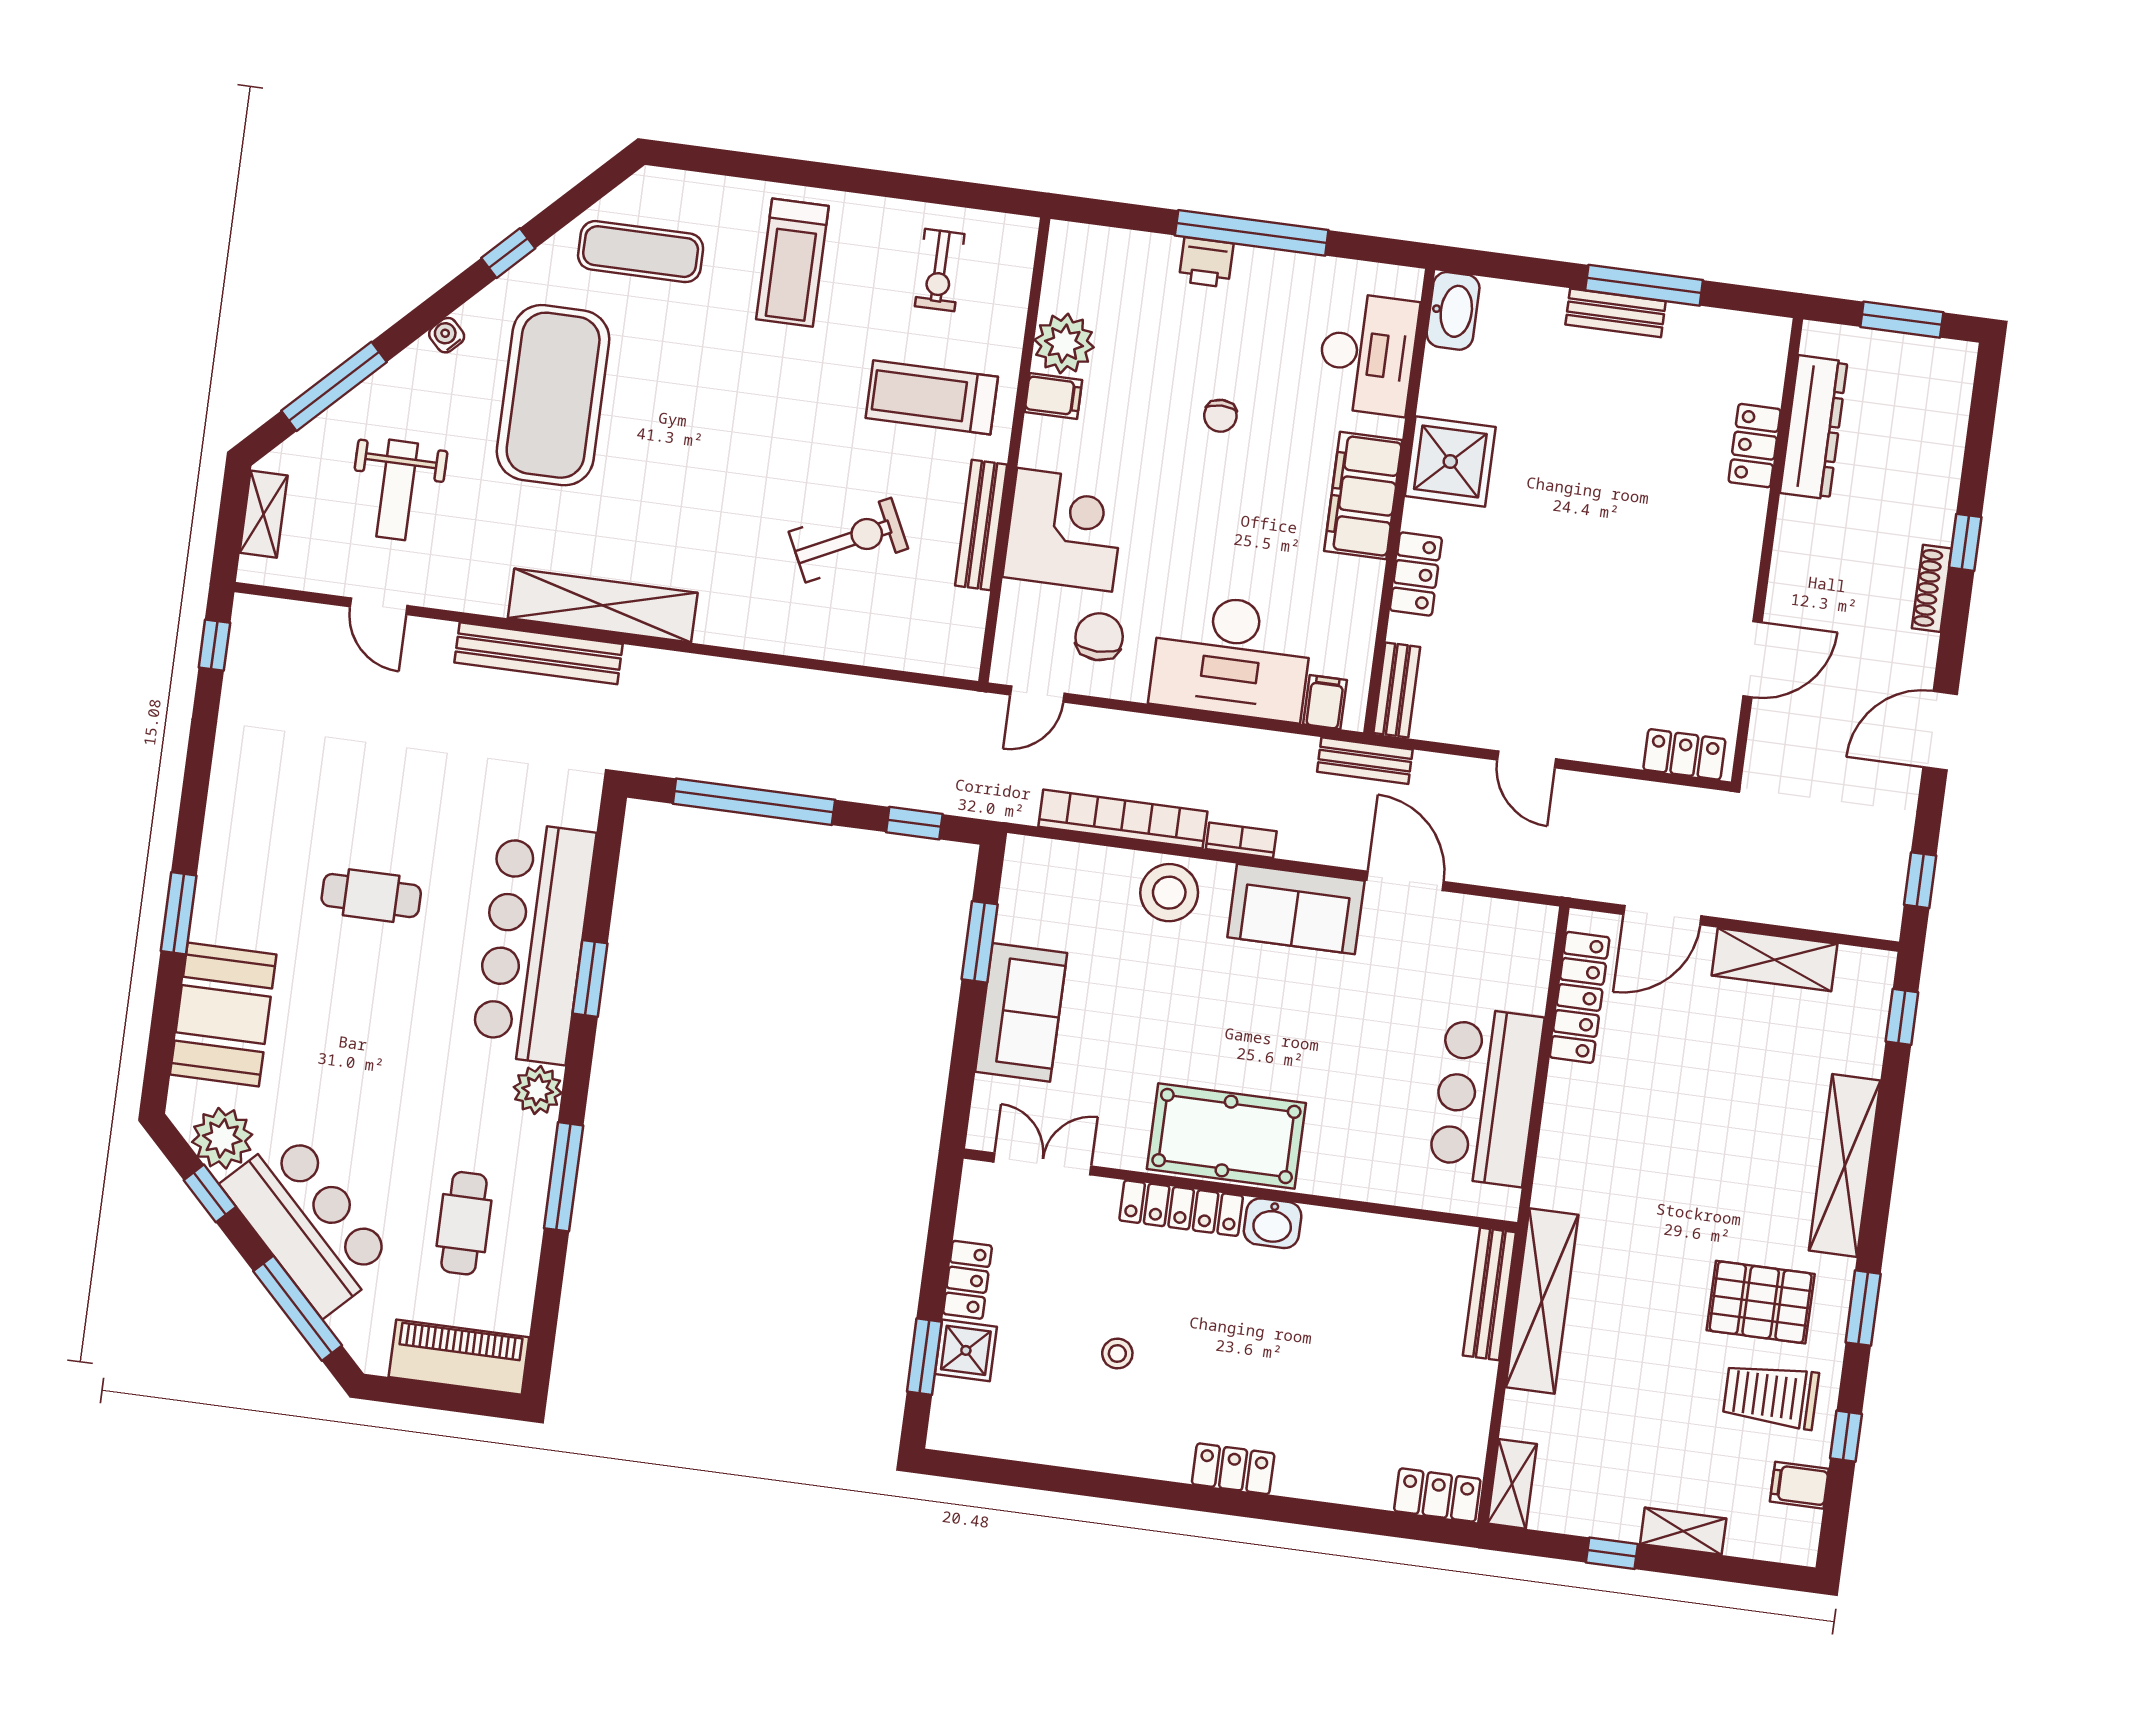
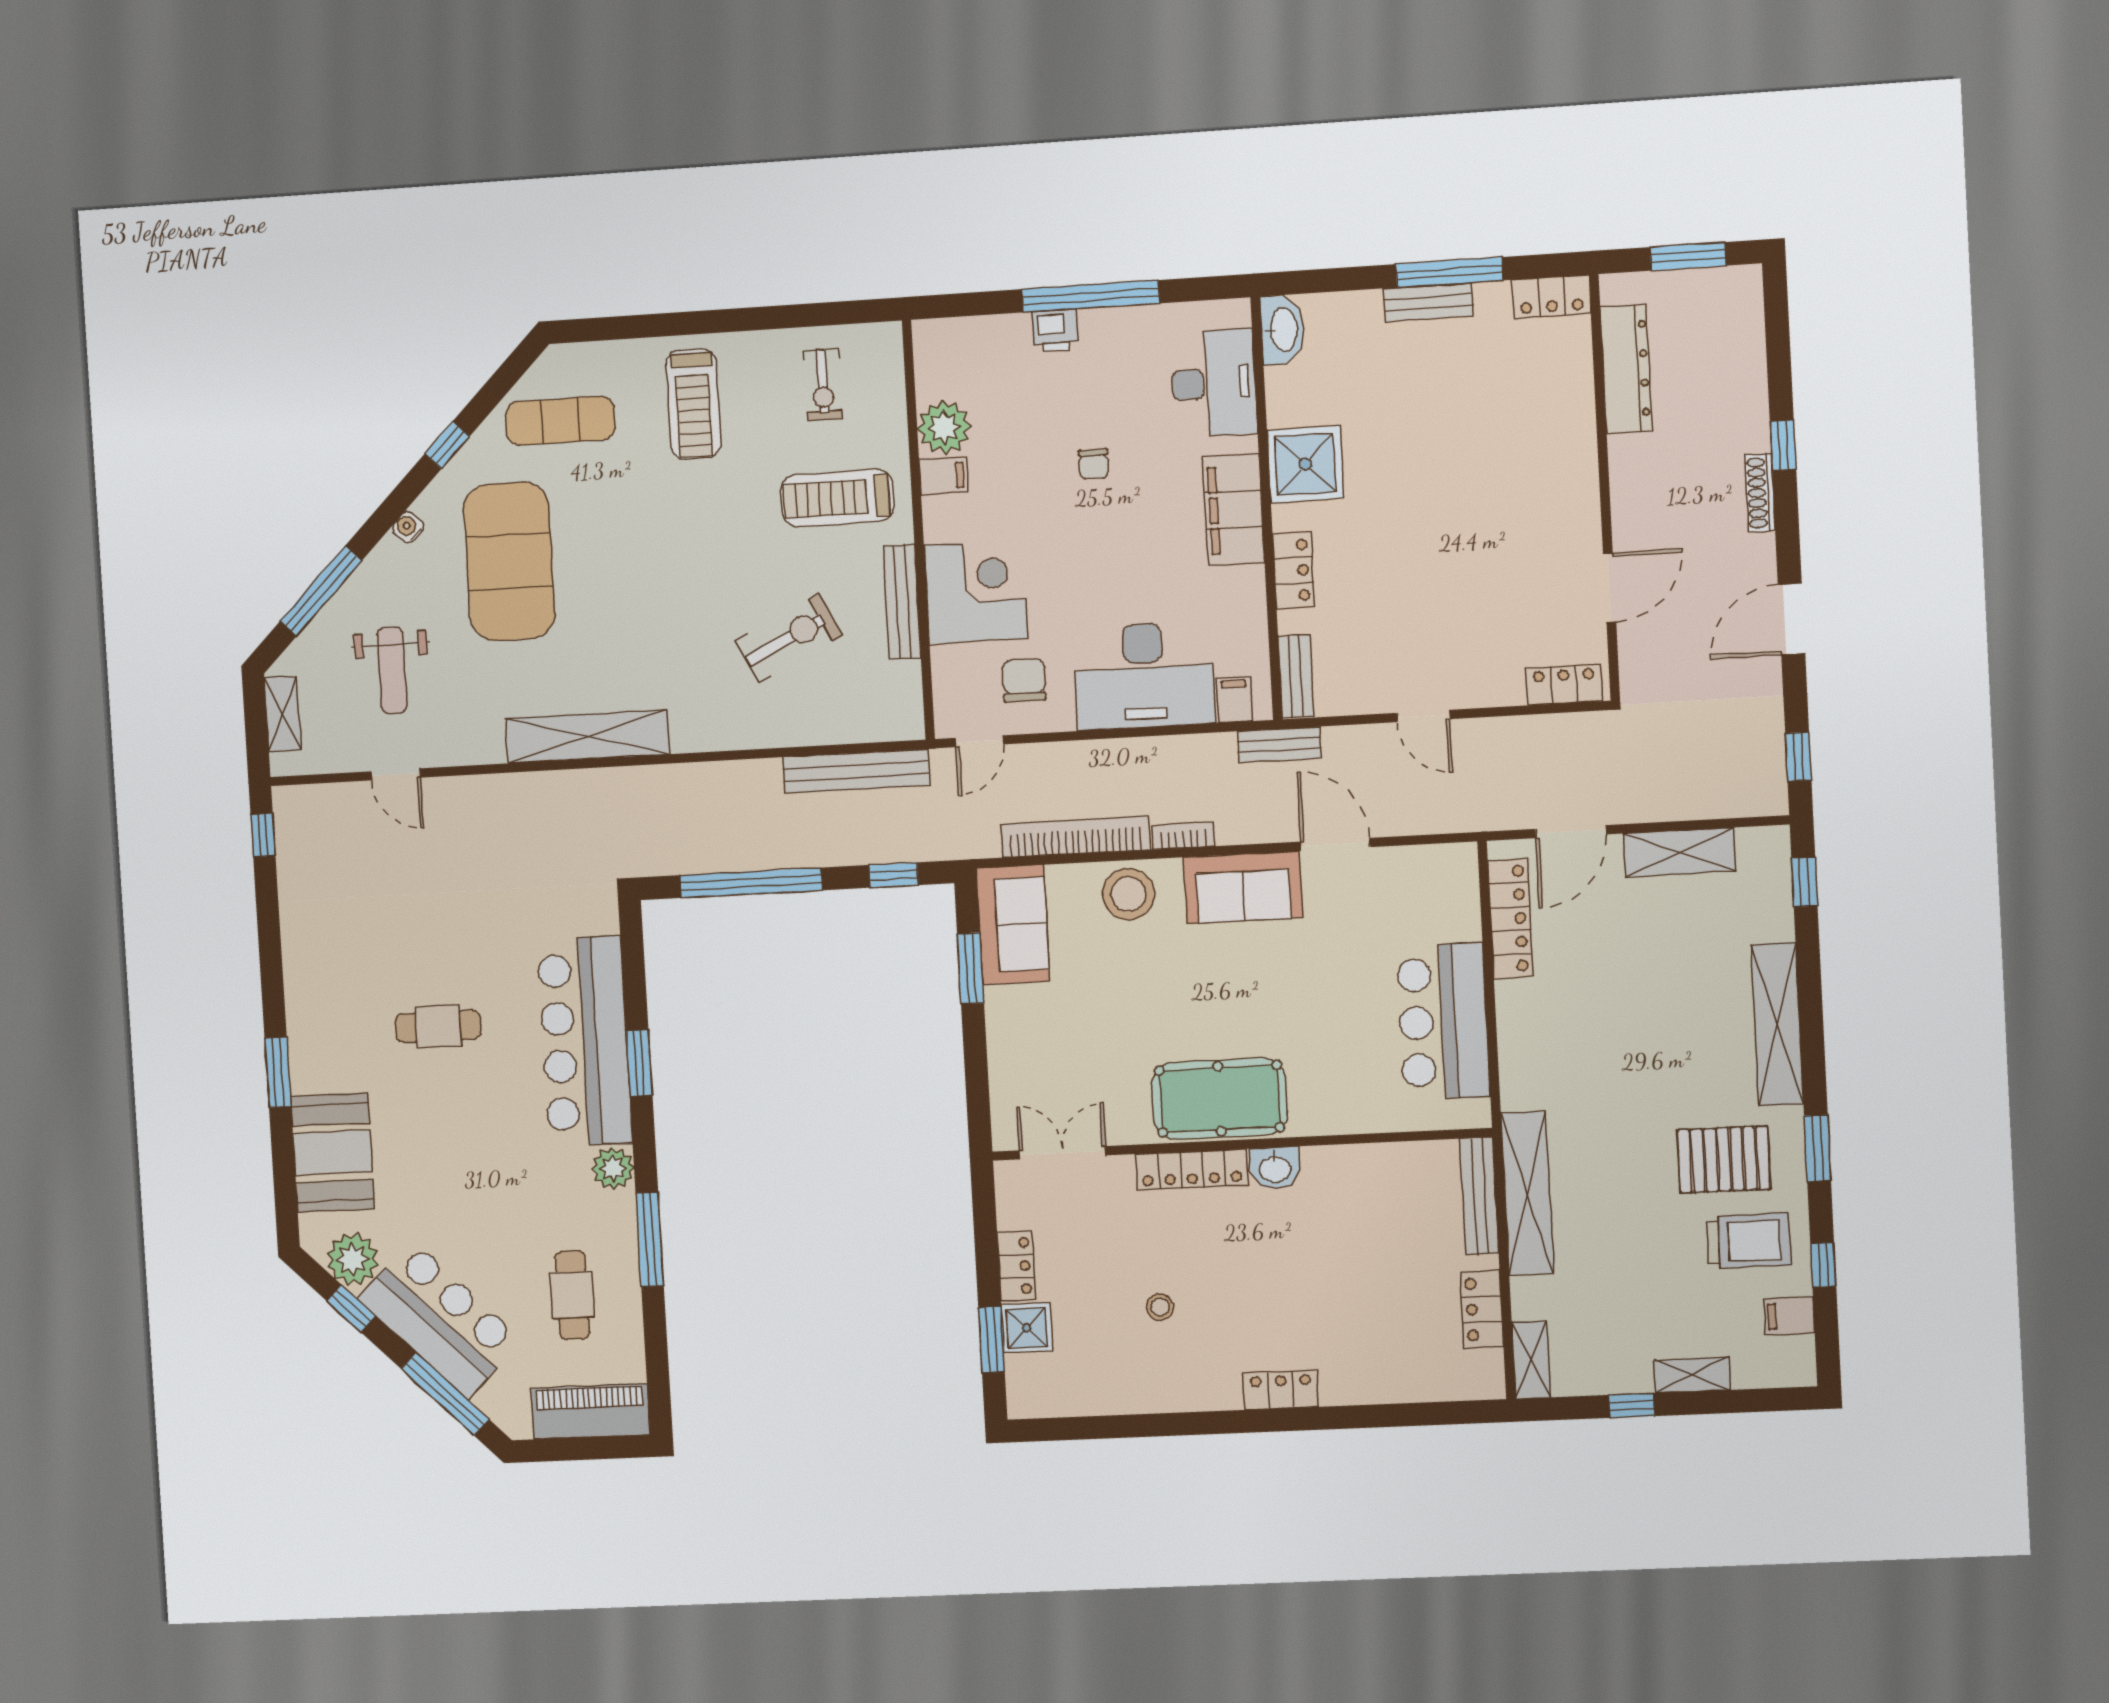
locker: (1755, 446) -> (1551, 297), moved, turned -90
bench: (538, 653) -> (856, 771), moved
sofa: (1021, 1012) -> (1013, 925), moved
trolley: (1771, 1396) -> (1749, 1241), turned 180
locker: (1437, 1495) -> (1482, 1309), moved, turned -90

